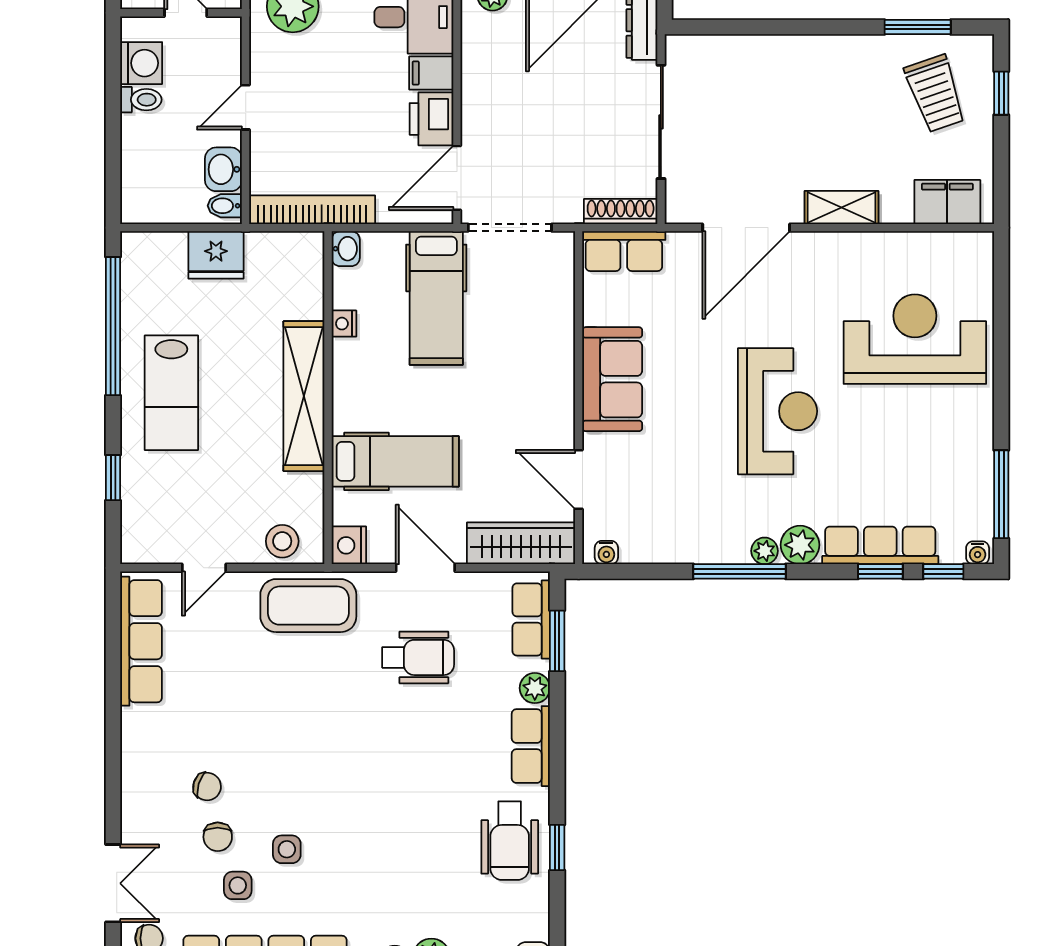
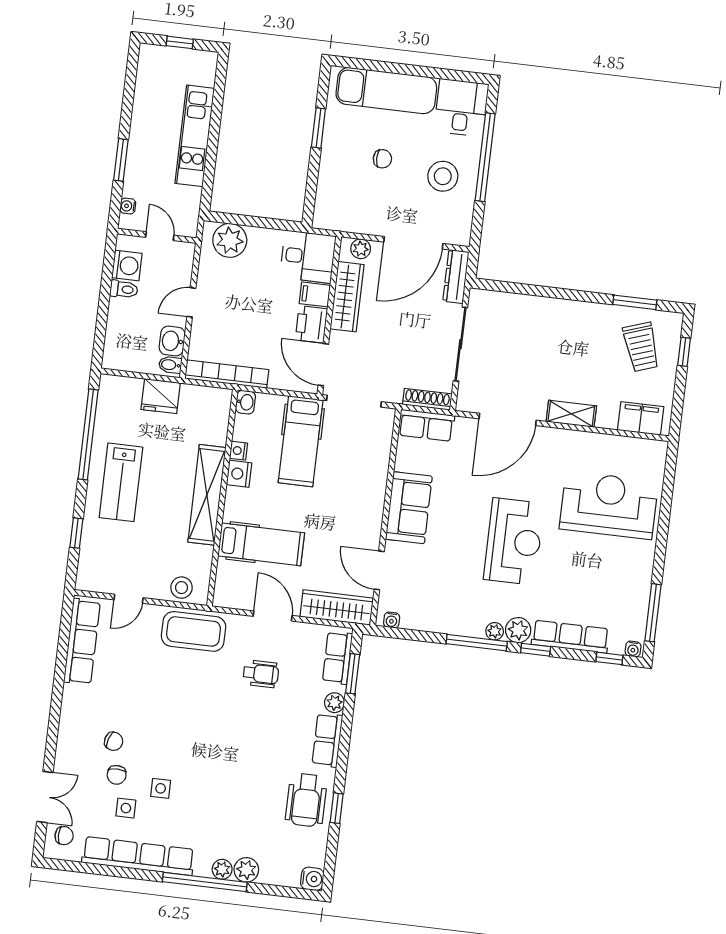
wardrobe: (480, 71) -> (347, 297), added
door: (457, 178) -> (323, 365), hinge flipped
nightstand: (349, 545) -> (239, 474), moved
window: (880, 571) -> (536, 650), moved
wheelchair: (418, 657) -> (261, 674), width x0.73, depth x0.73

